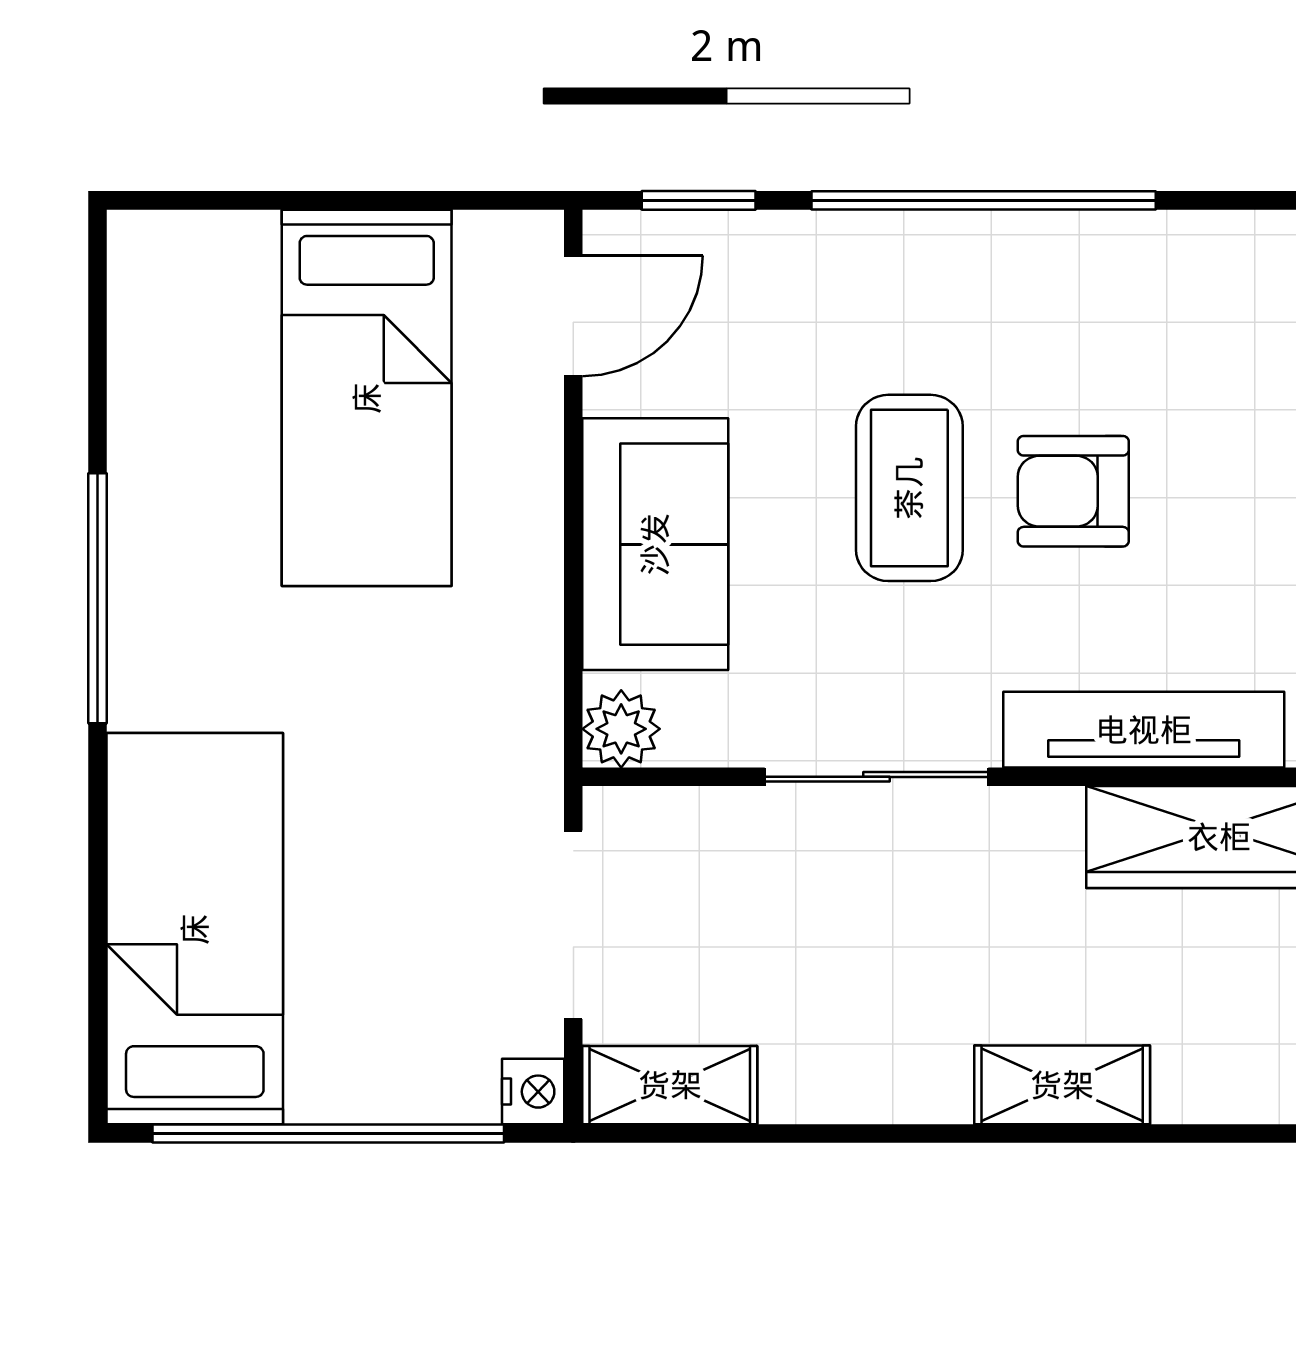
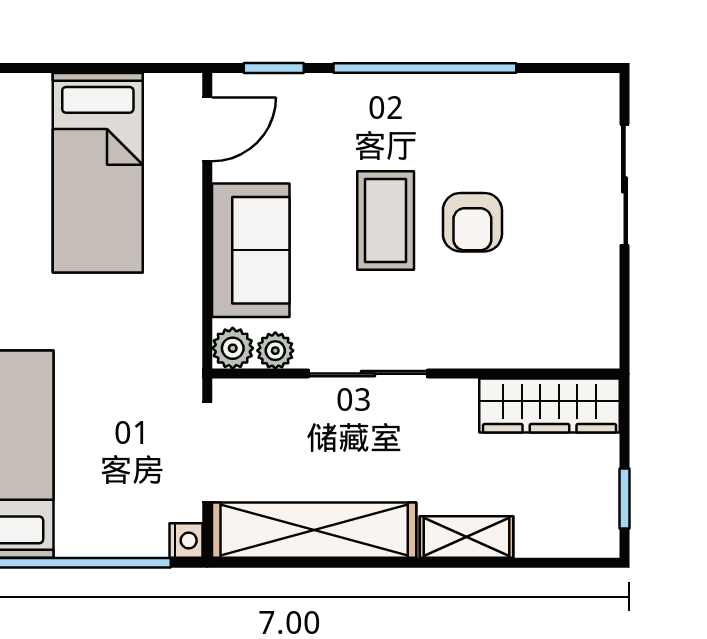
armchair: (1073, 491) -> (472, 222), turned -90
tv unit: (1144, 730) -> (510, 349), removed
plant: (701, 733) -> (275, 351), added
shelving: (670, 1085) -> (314, 530), width x2.20, depth x1.33

